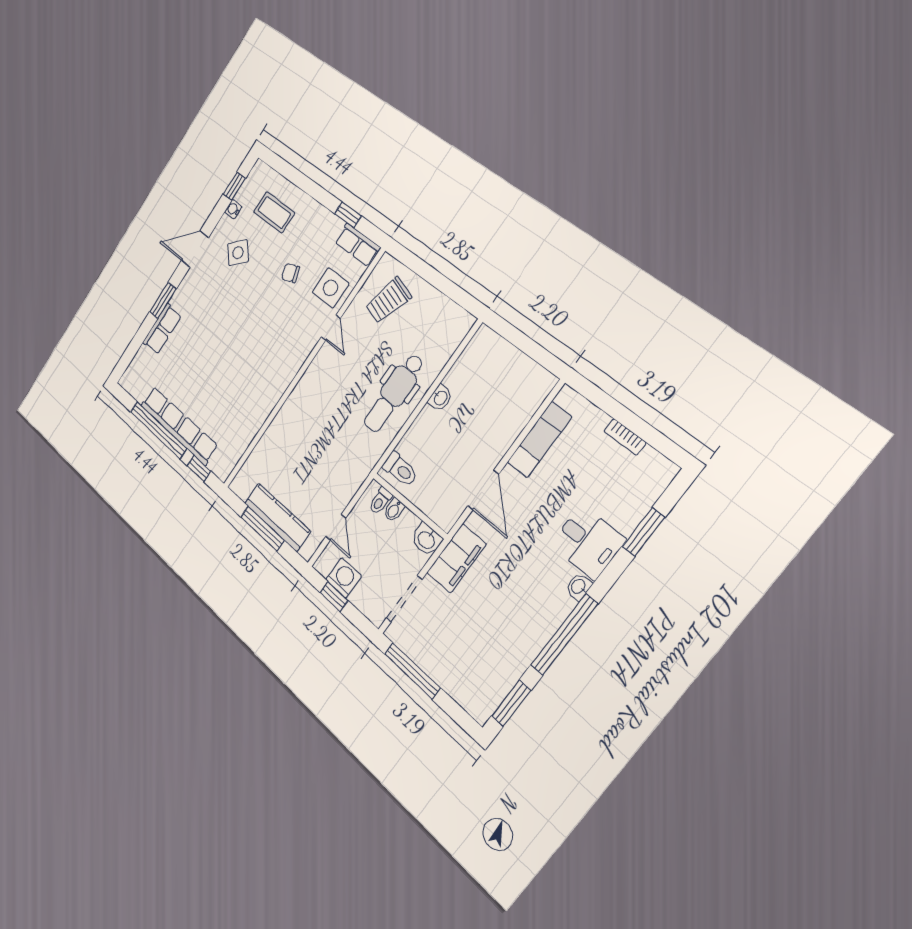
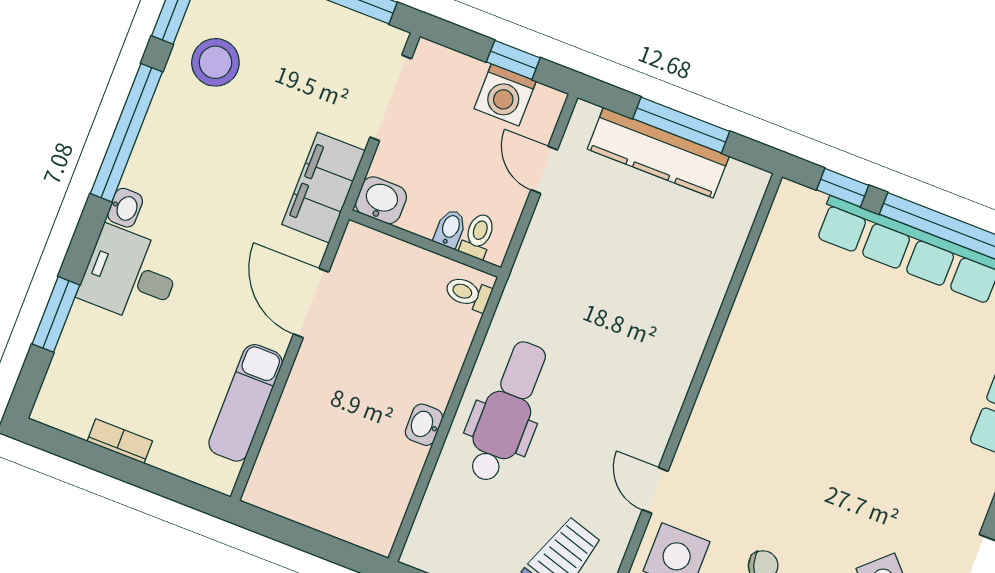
toilet: (400, 469) -> (468, 293), width x0.73, depth x0.72
stool: (497, 659) -> (215, 62), added

